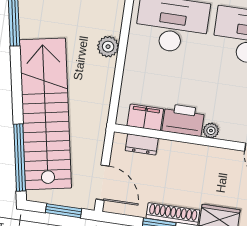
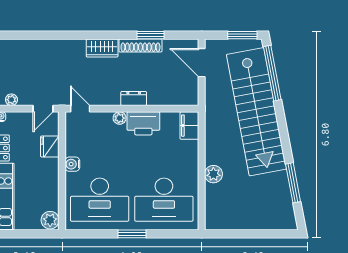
filing cabinet: (145, 117) -> (189, 126), moved, turned 90
dresser: (142, 144) -> (134, 98), moved
window: (64, 211) -> (242, 35), moved

